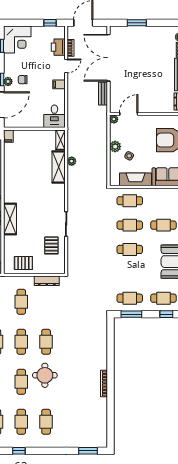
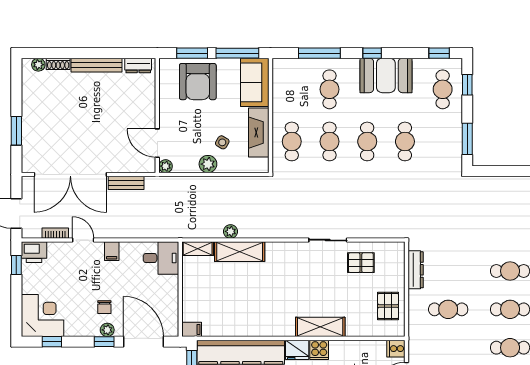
printer: (58, 47) -> (34, 252), moved
cafe table: (130, 298) -> (405, 141), moved

